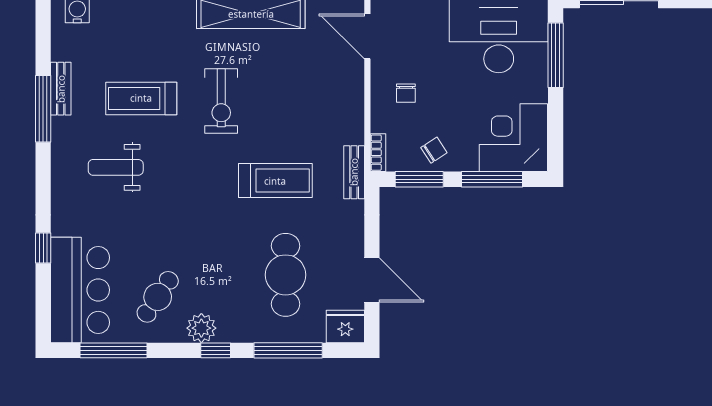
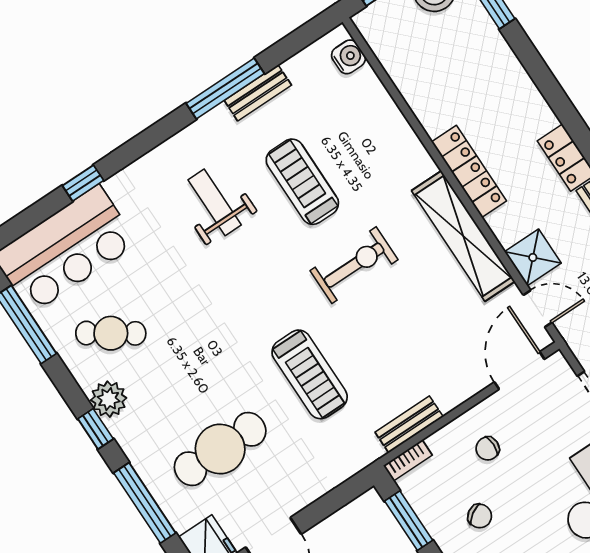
exercise bike: (221, 101) -> (354, 265), turned 180
chair: (434, 150) -> (480, 516), moved
bench: (354, 172) -> (409, 424), moved

